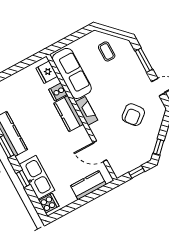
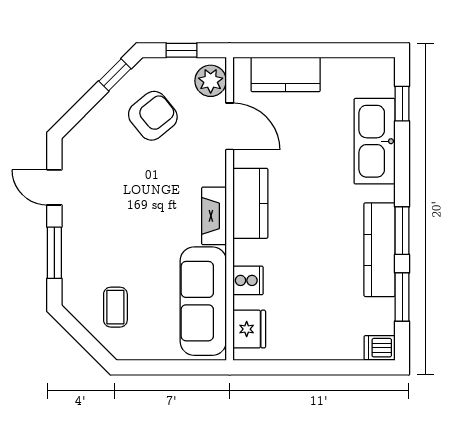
kitchen counter: (69, 114) -> (250, 203), moved
armchair: (133, 115) -> (153, 116), moved
plant: (118, 166) -> (211, 81), added
window: (23, 179) -> (402, 104), moved
cooker: (49, 203) -> (379, 81), removed

